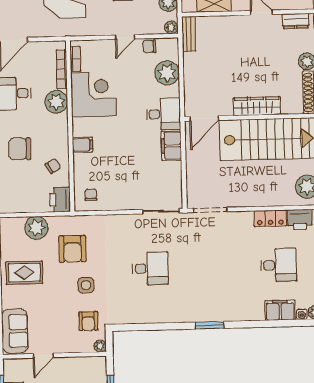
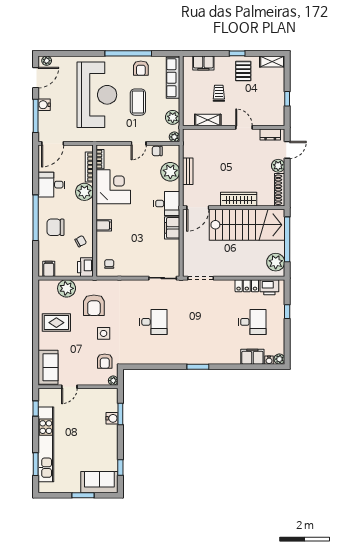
bench: (189, 34) -> (188, 171), moved
filing cabinet: (12, 203) -> (49, 269), added

